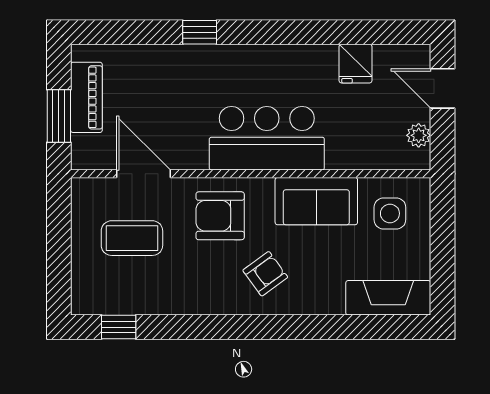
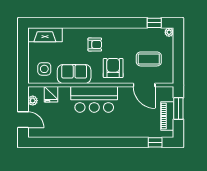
window: (200, 32) -> (155, 142), moved
fridge: (355, 64) -> (51, 94), moved, turned 180
armchair: (220, 216) -> (113, 68), turned -90
armchair: (265, 274) -> (95, 44), turned -144
plant: (82, 304) -> (169, 32), added

